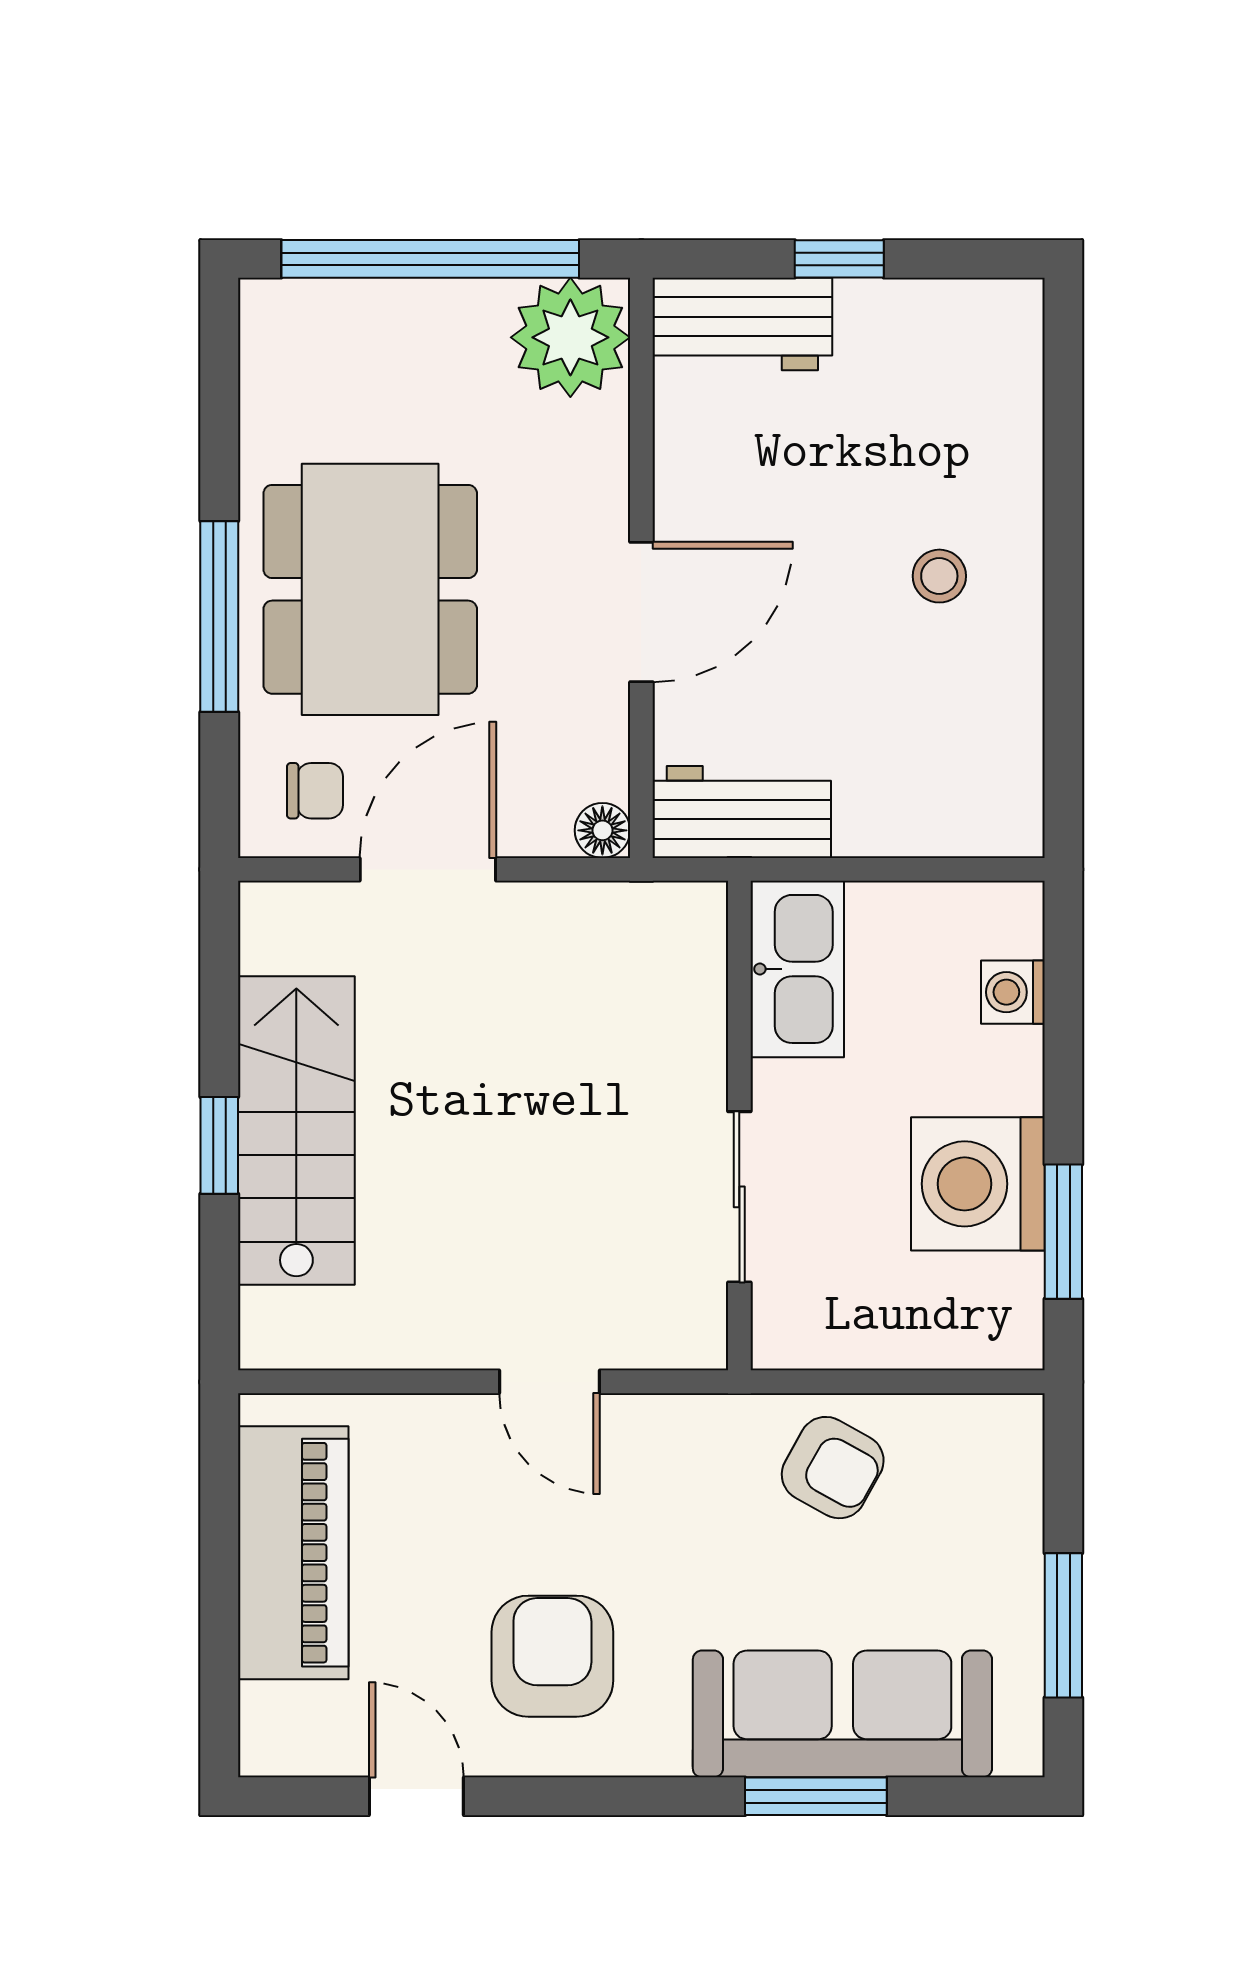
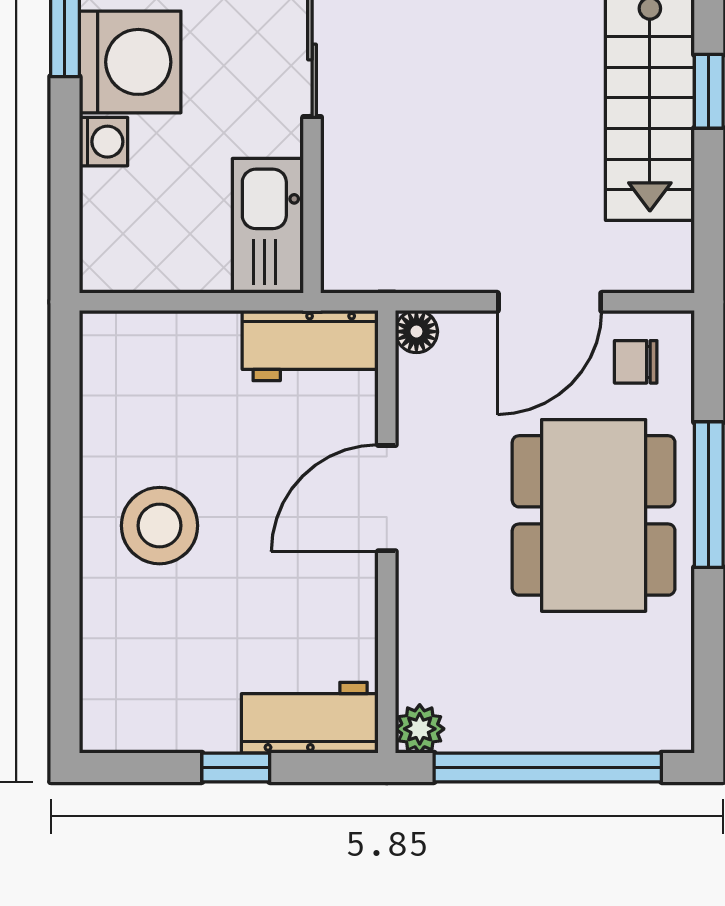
plant: (570, 337) -> (420, 729), width x0.53, depth x0.53
stool: (939, 576) -> (160, 526), width x1.89, depth x1.89
washing machine: (1013, 992) -> (103, 142), moved

